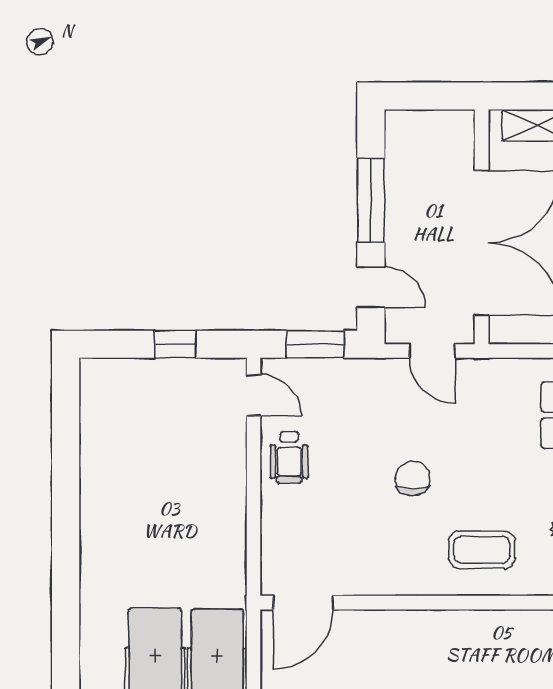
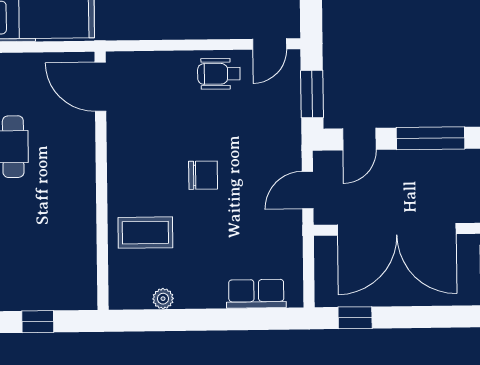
coffee table: (482, 550) -> (145, 233), turned 90

